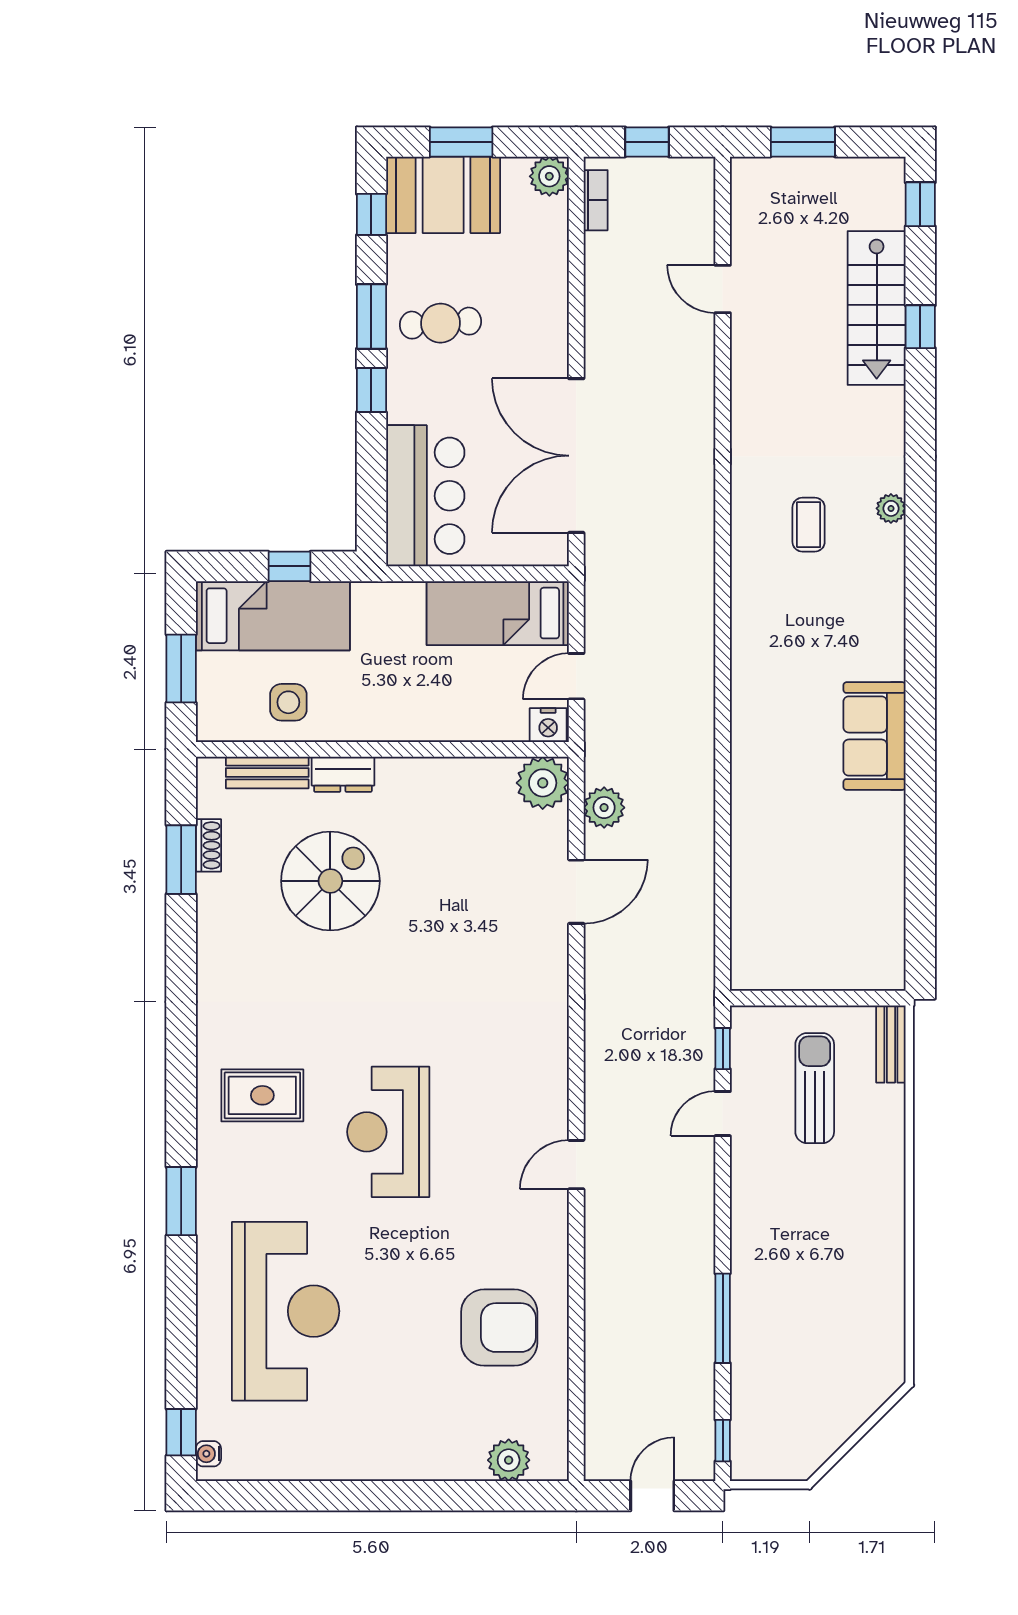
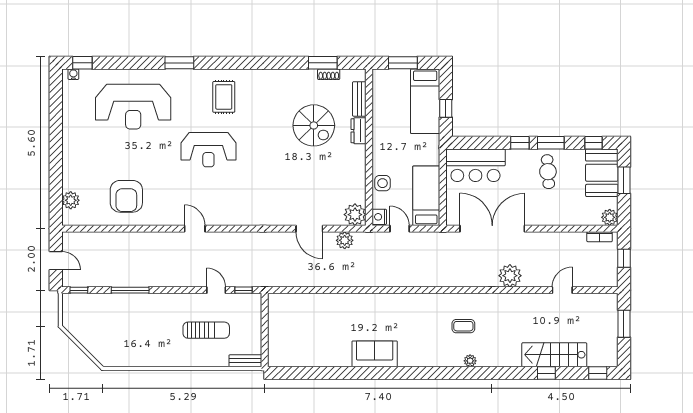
plant: (688, 414) -> (510, 276), added
side table: (288, 702) -> (383, 183), moved
sun lounger: (815, 1088) -> (206, 330), moved
reception desk: (388, 1132) -> (208, 150), turned 180

